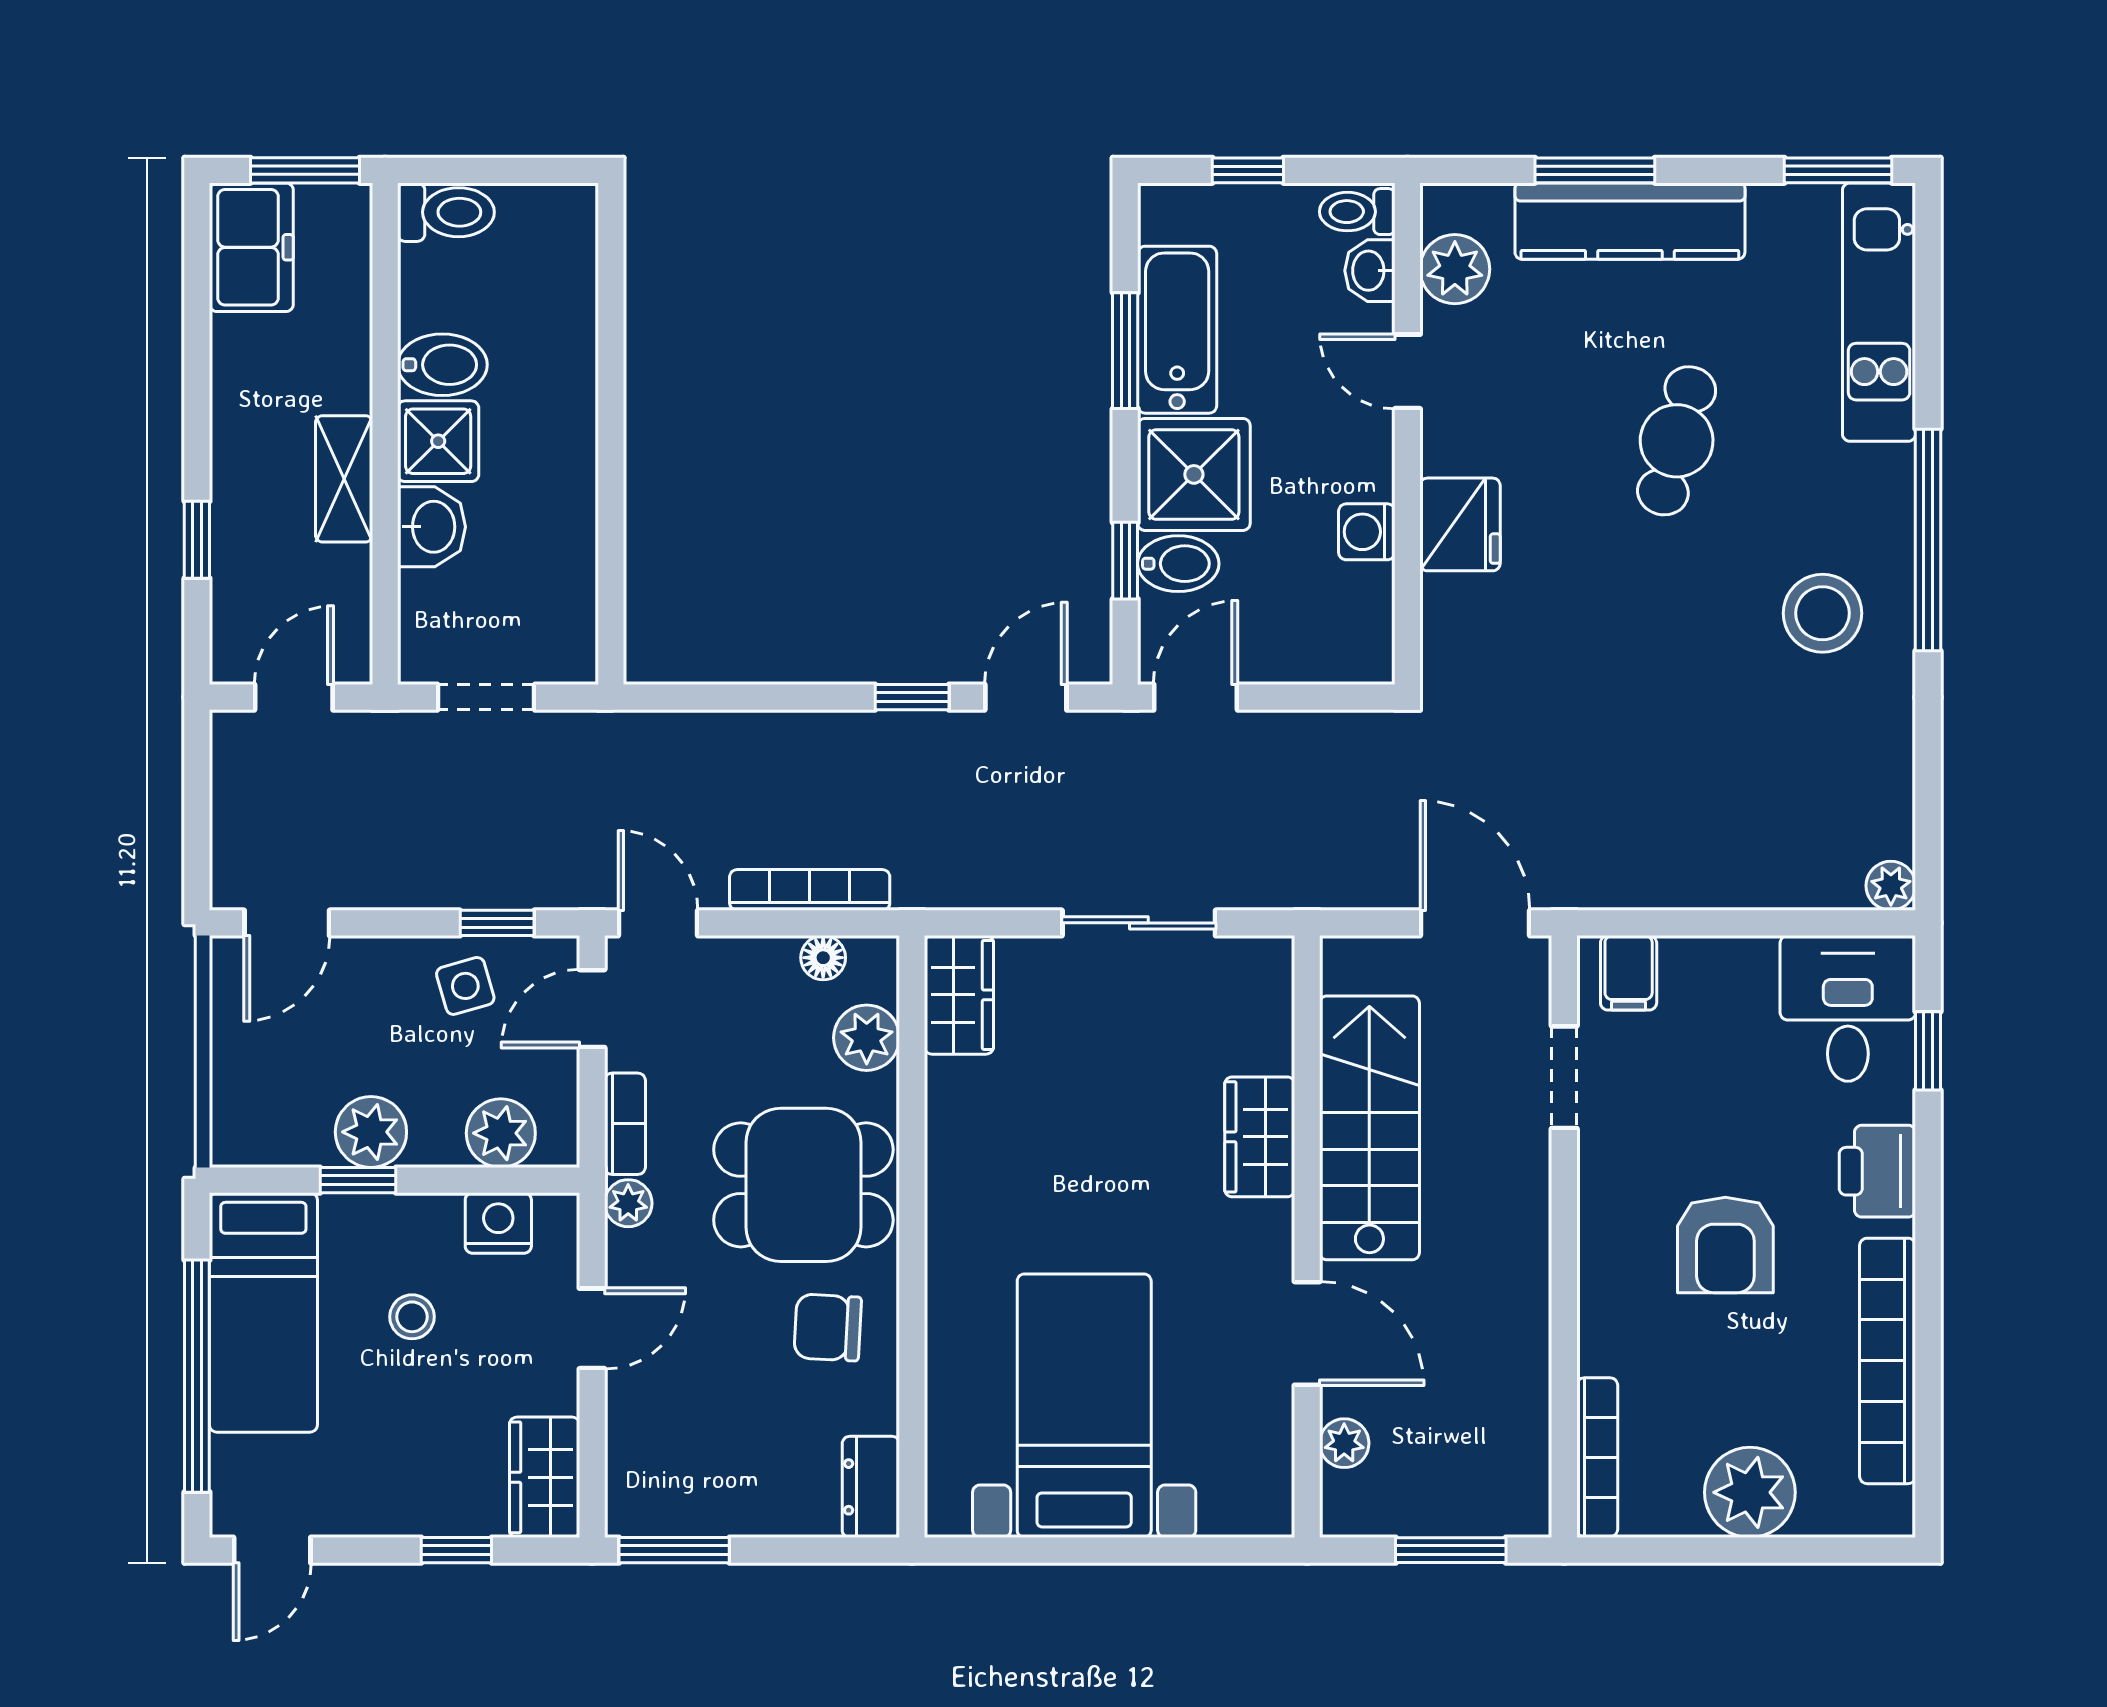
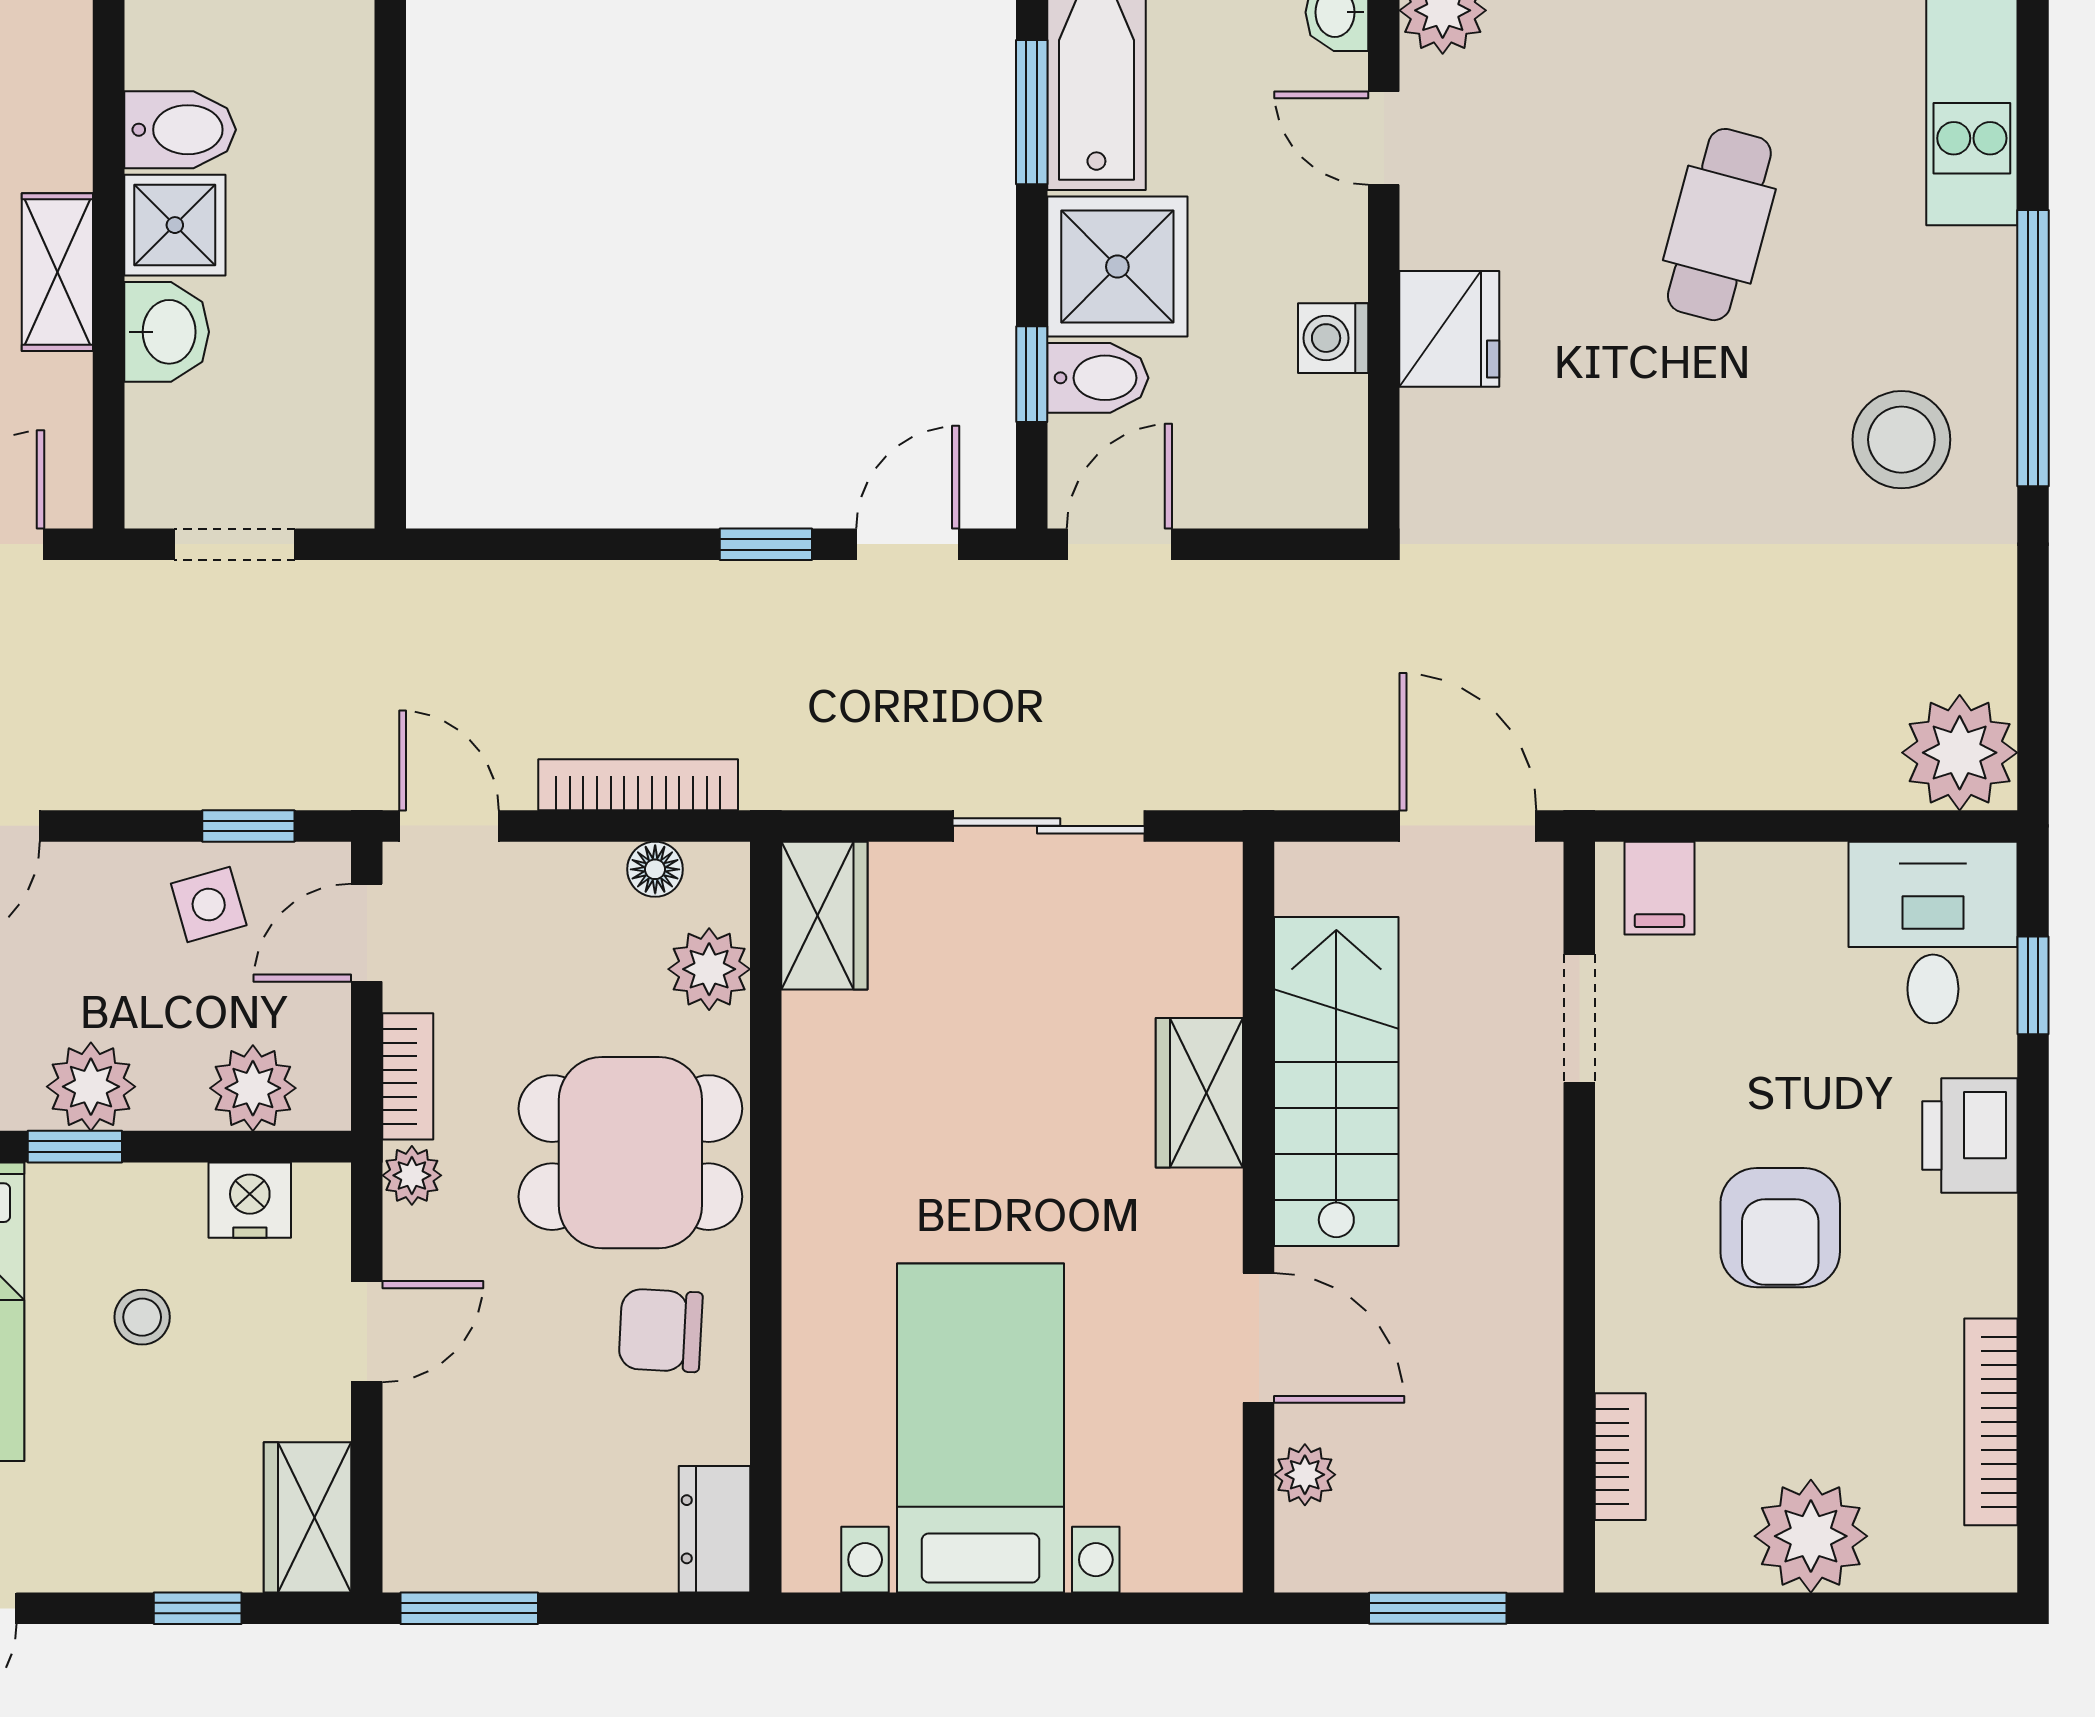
plant: (1891, 886) -> (1960, 753), width x1.88, depth x1.88
bookcase: (1888, 1361) -> (1991, 1422), width x0.68, depth x0.76
bookcase: (1597, 1457) -> (1620, 1457), width x0.64

